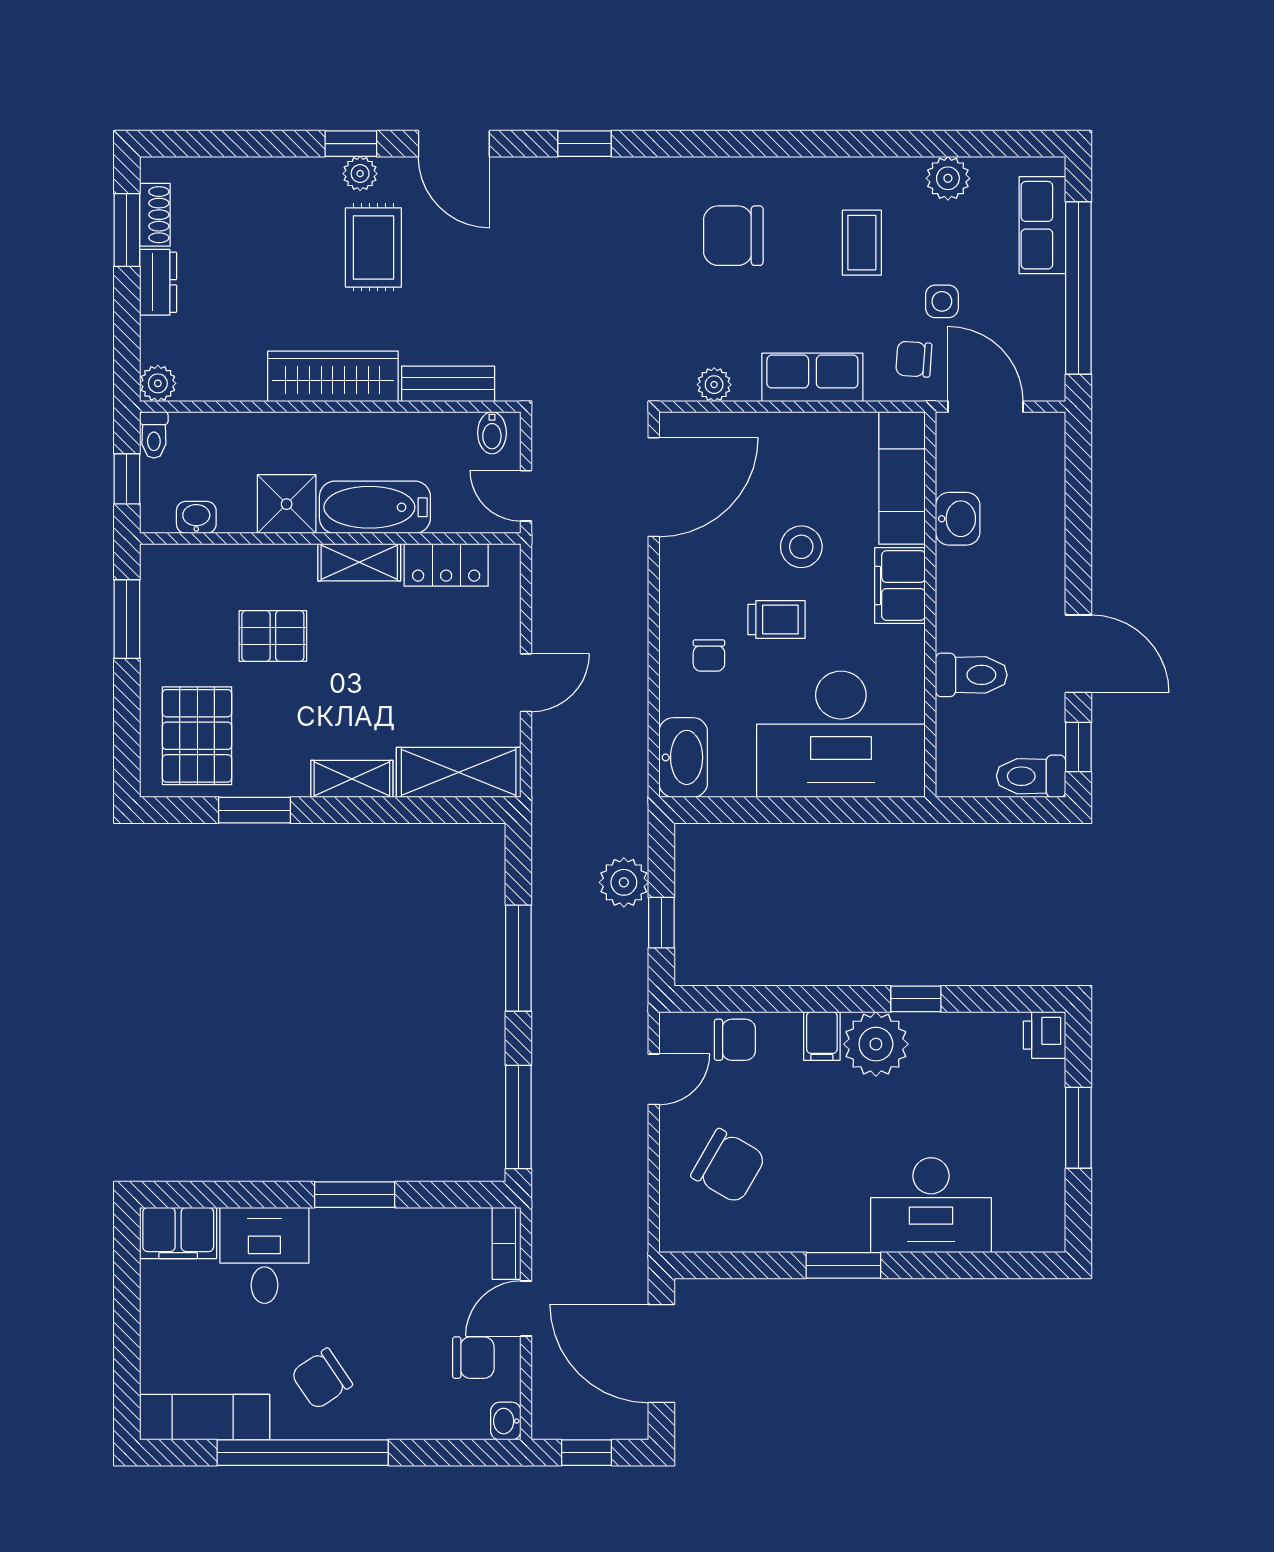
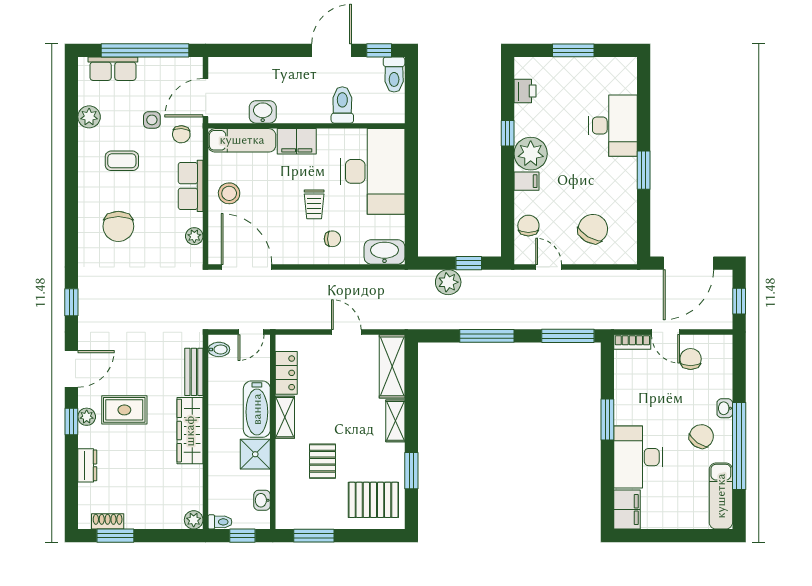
dresser: (158, 282) -> (87, 465), moved, turned 90
stool: (801, 547) -> (229, 193), moved
trolley: (776, 620) -> (314, 204), turned 180
printer: (1044, 1035) -> (525, 91), moved, turned -90
desk: (264, 1255) -> (638, 457), width x1.37
chair: (322, 1379) -> (701, 436), turned -111
washbasin: (506, 1421) -> (725, 408), moved, turned 90

